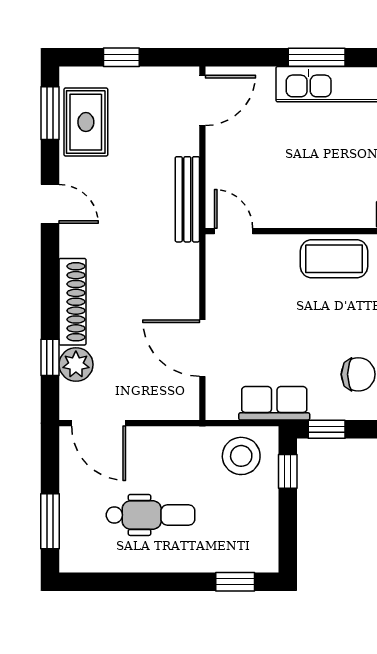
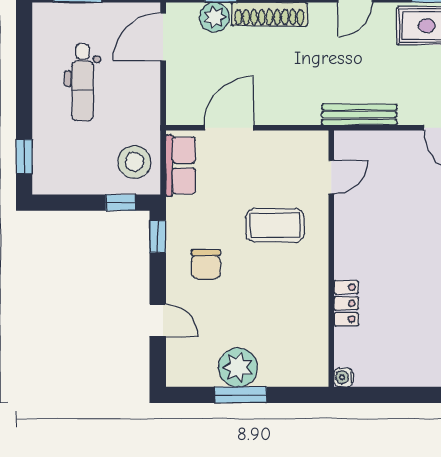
door: (234, 231) -> (331, 177), moved
coffee table: (334, 259) -> (275, 225), moved, turned 90
row of seats: (274, 403) -> (181, 165), moved

